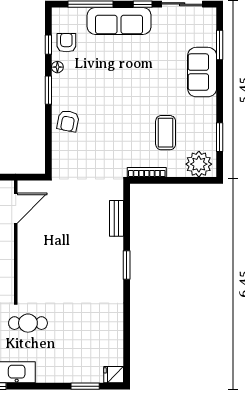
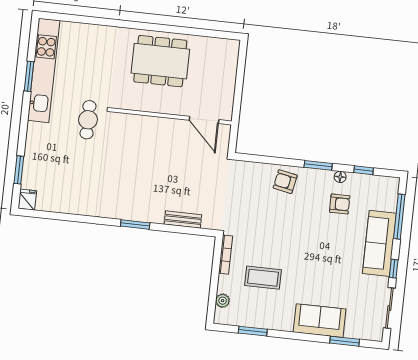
armchair: (66, 43) -> (340, 204), moved
plant: (199, 164) -> (223, 301), width x0.53, depth x0.53

